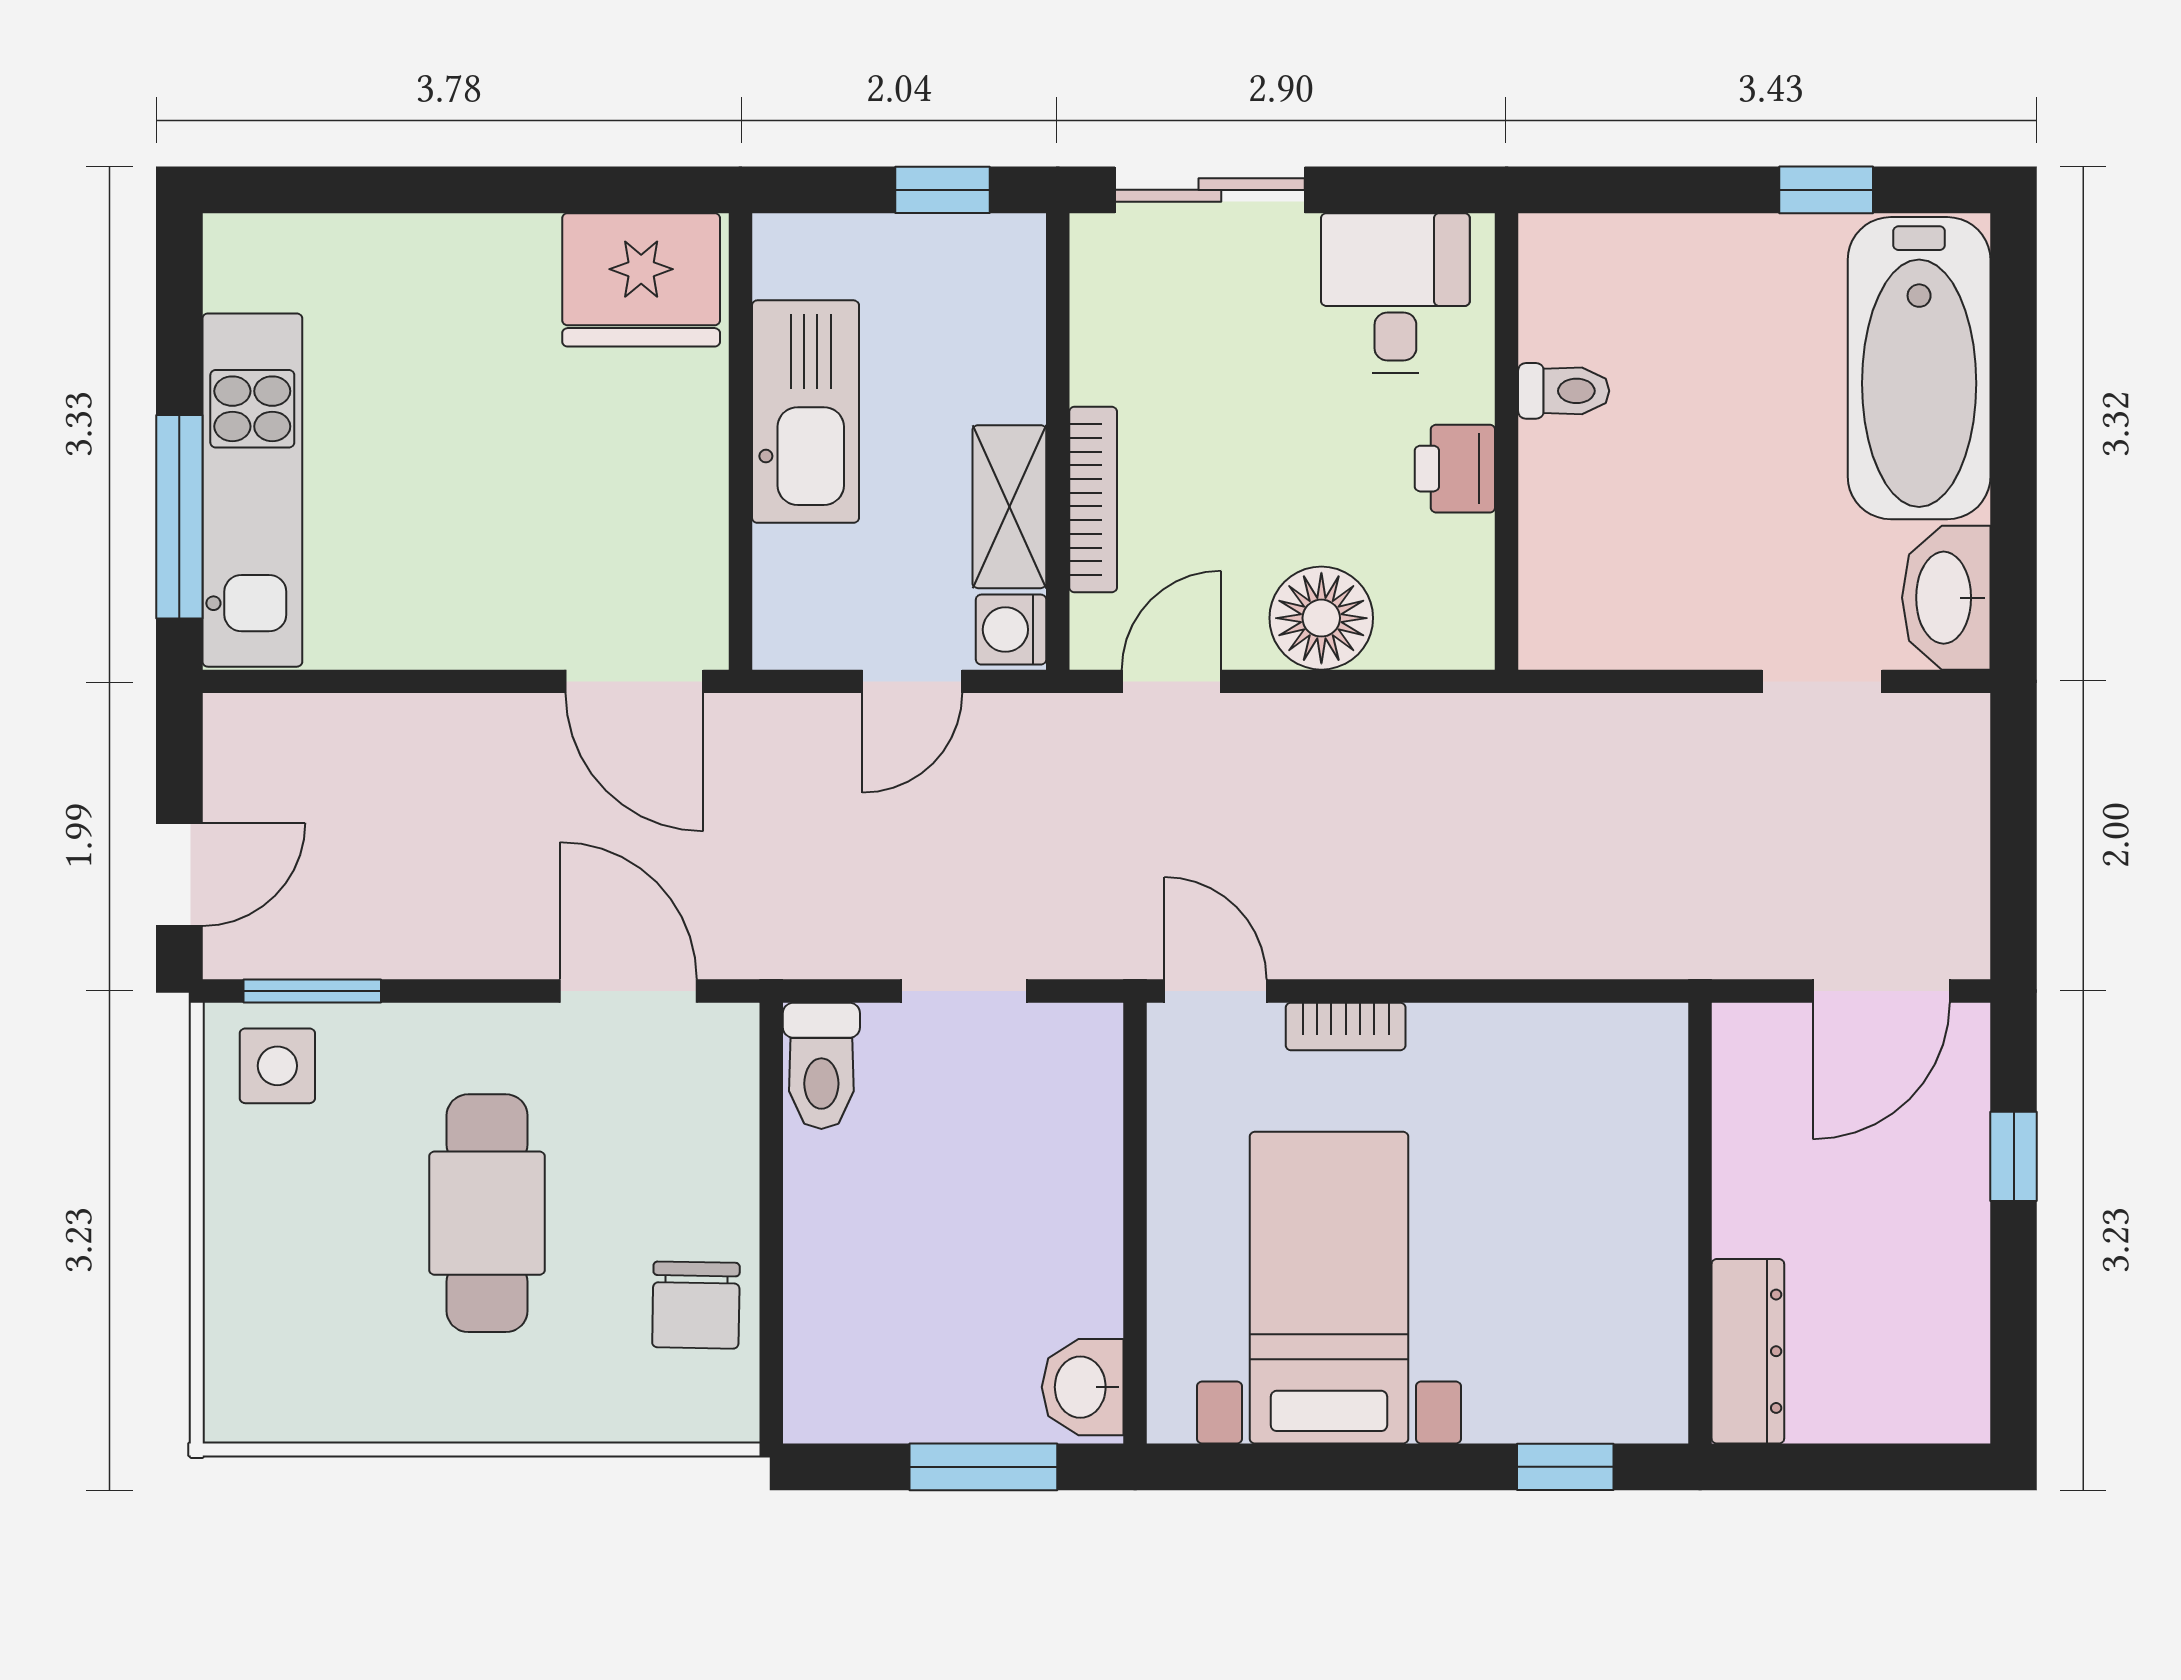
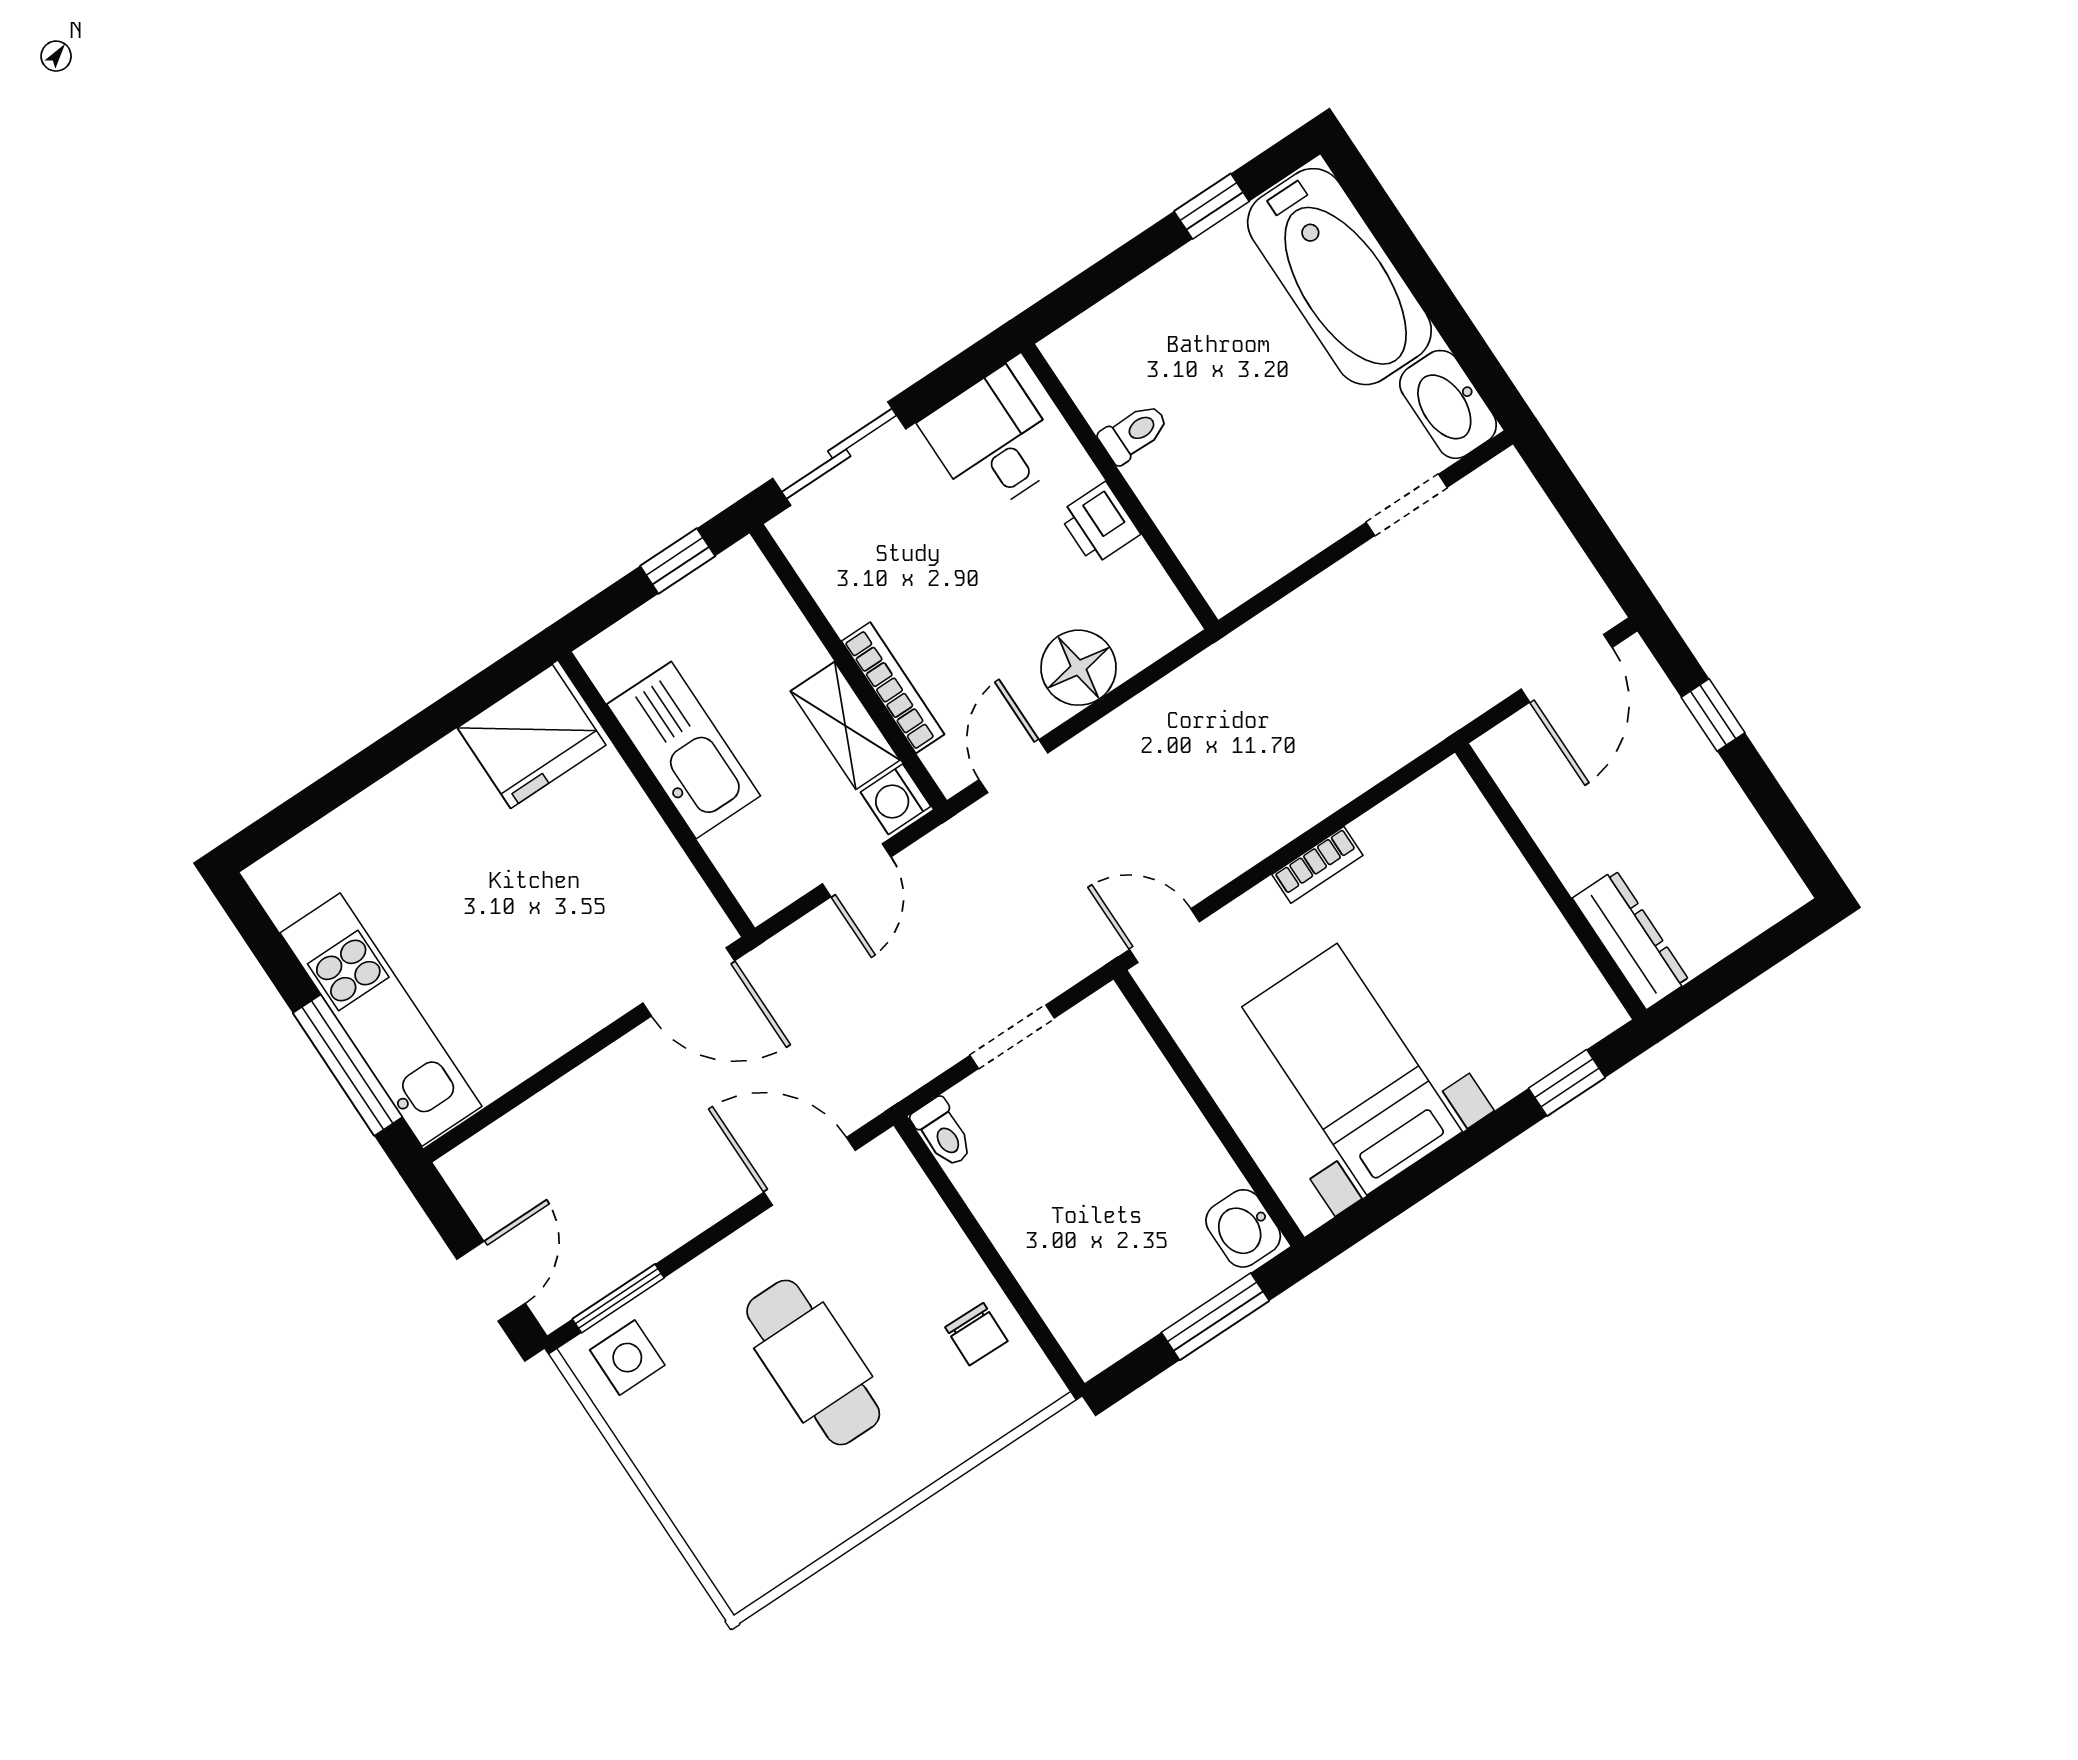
bookcase: (1346, 1026) -> (1317, 865), moved
toilet: (821, 1066) -> (943, 1133), width x0.73, depth x0.72
chair: (696, 1305) -> (976, 1334), width x0.73, depth x0.73

